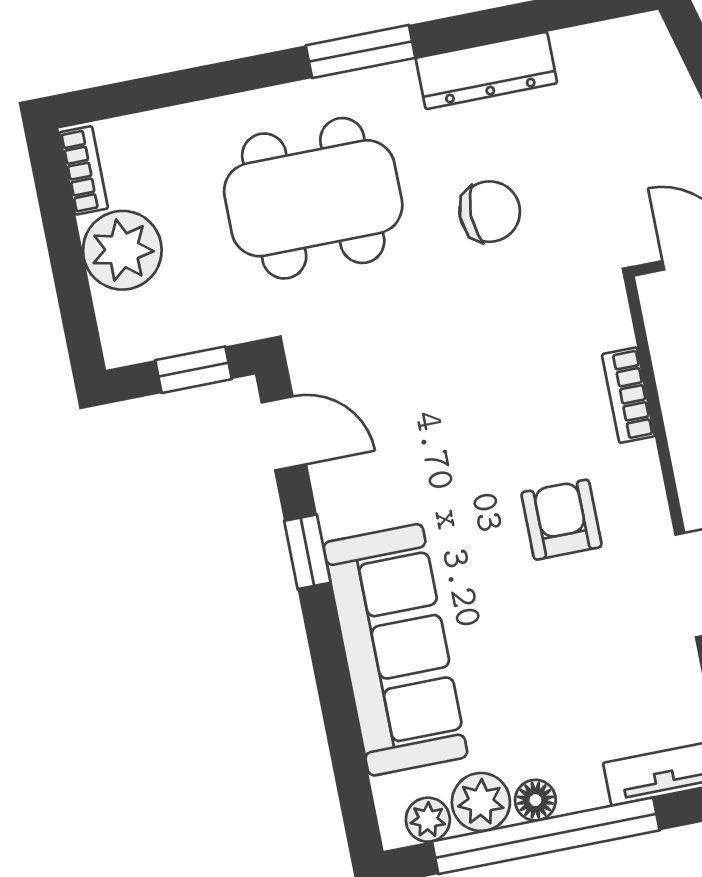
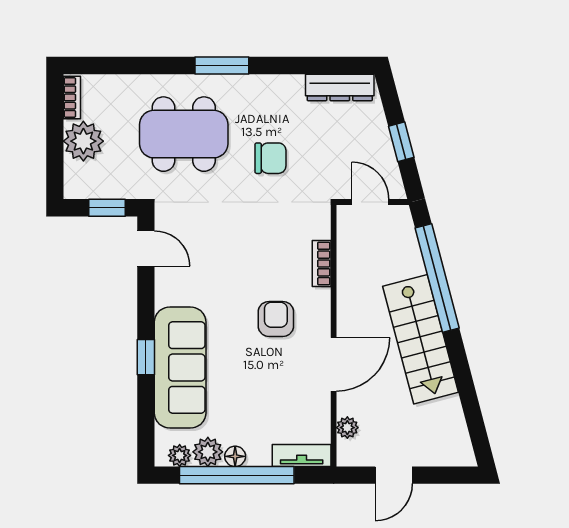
dresser: (486, 70) -> (340, 87), moved
window: (307, 552) -> (146, 357), moved

